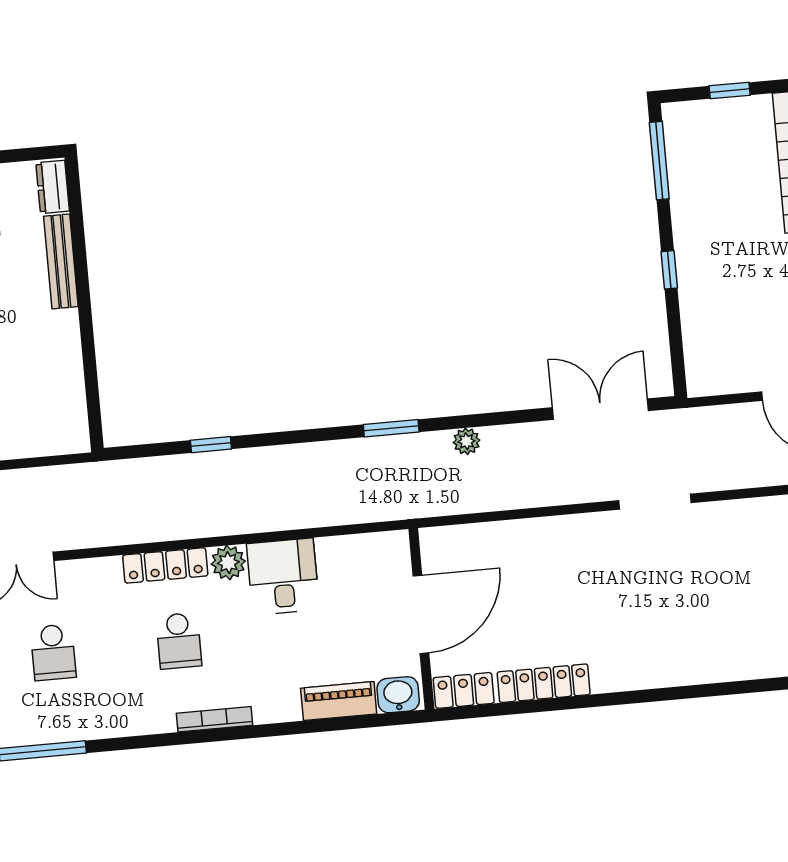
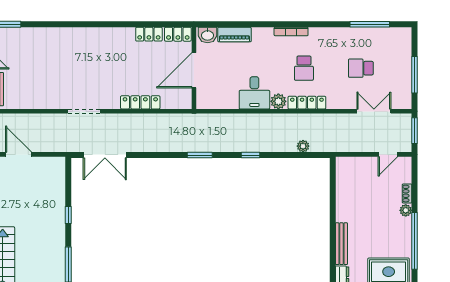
plant: (467, 441) -> (303, 146), moved
window: (211, 445) -> (250, 155), moved
locker: (533, 533) -> (140, 102), added
school desk: (179, 641) -> (304, 68), turned 180
school desk: (53, 652) -> (361, 68), turned -90
locker: (544, 683) -> (149, 34), width x0.66

